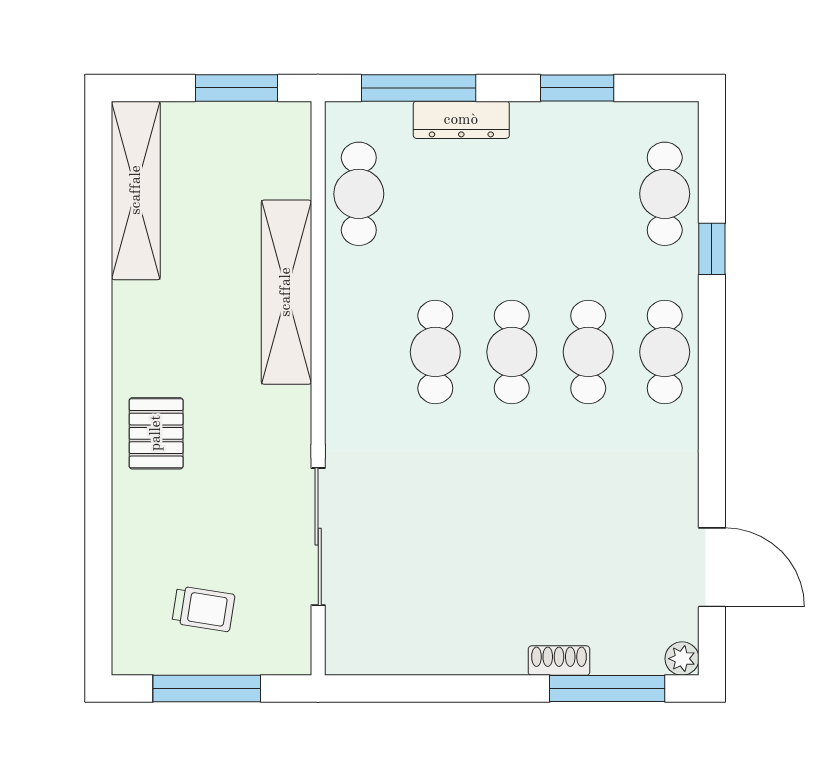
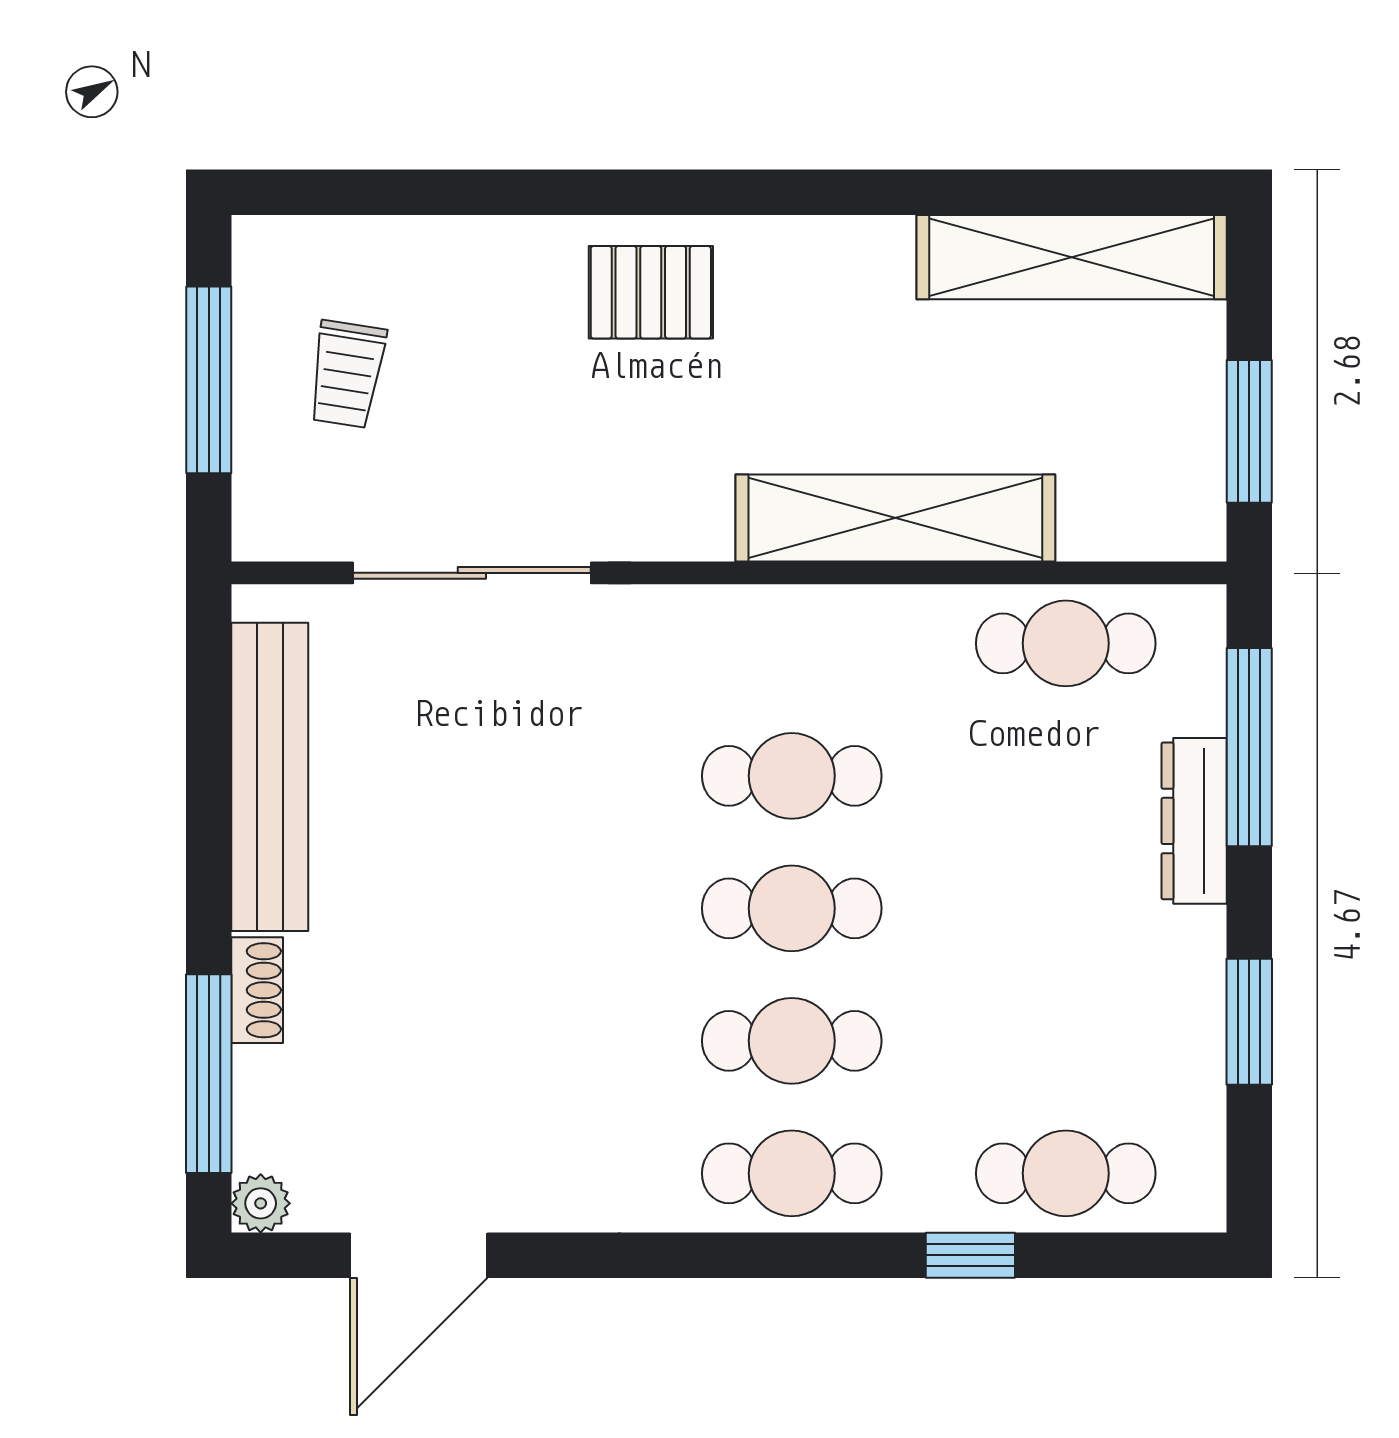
bench: (436, 653) -> (270, 777), added

